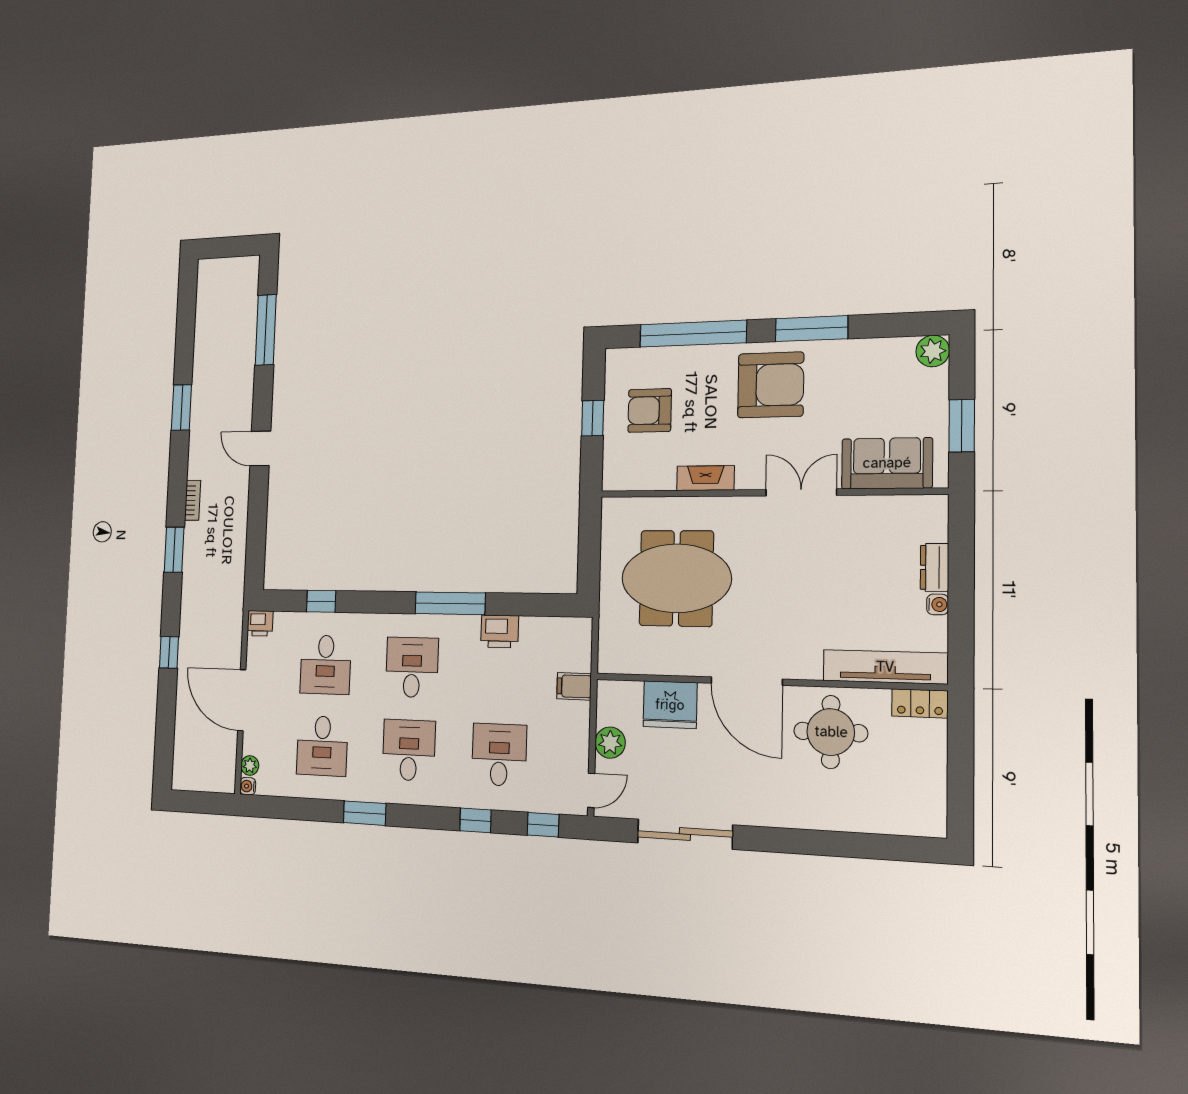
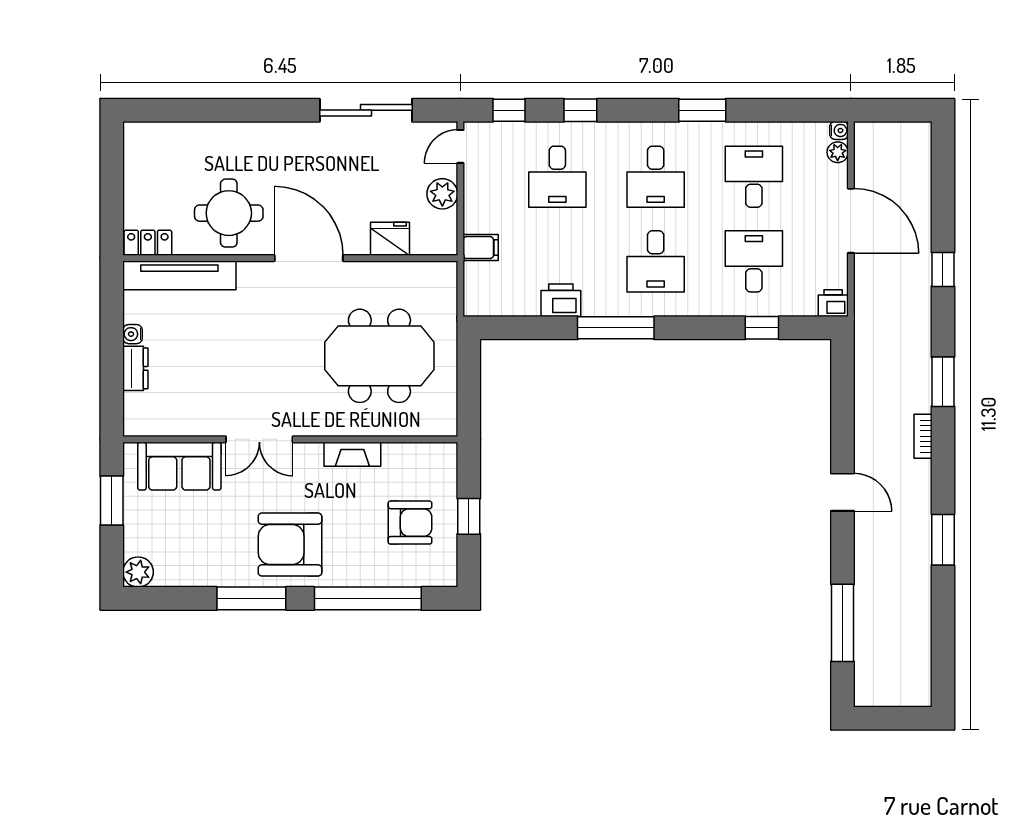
fridge: (670, 705) -> (390, 239), width x0.73, depth x0.75

